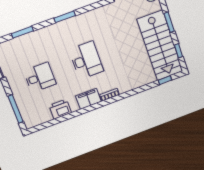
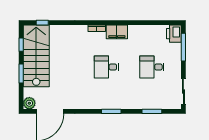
desk: (86, 60) -> (106, 67), width x0.73
printer: (60, 109) -> (174, 34), moved, turned 90

